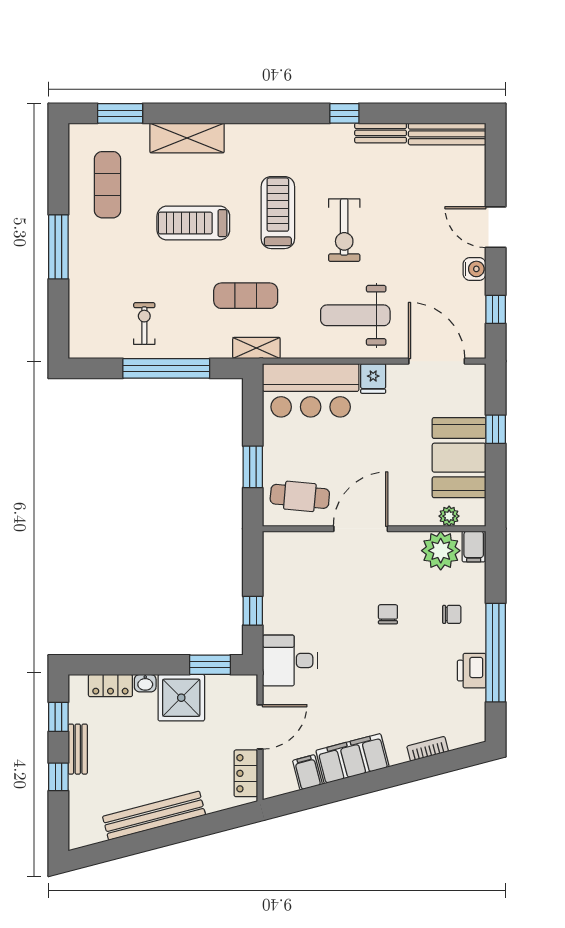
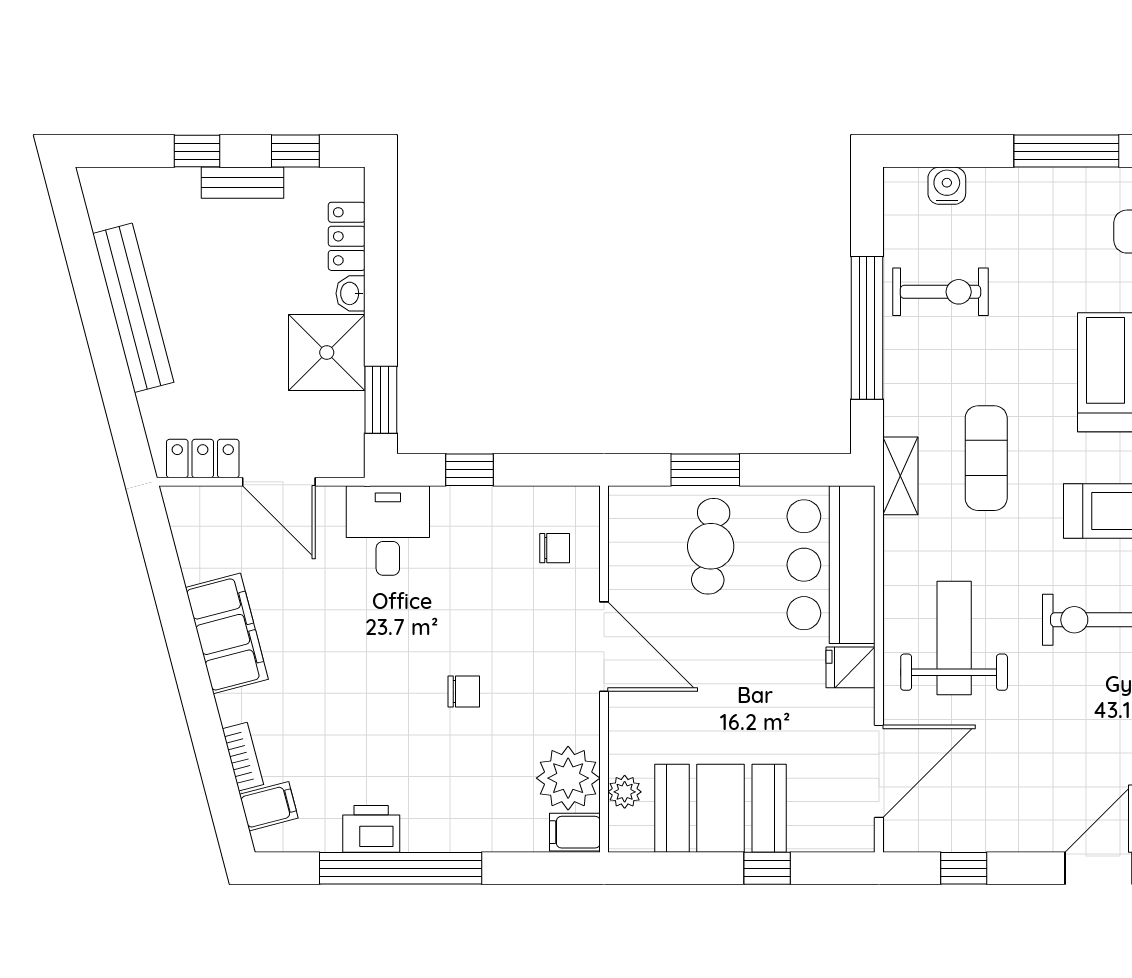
water cooler: (475, 269) -> (947, 186), moved, turned 180
exercise bike: (144, 324) -> (940, 292), width x1.38, depth x1.39
cafe table: (300, 496) -> (711, 546), moved
chair: (452, 614) -> (555, 548), moved, turned -90
filing cabinet: (307, 772) -> (269, 806), moved

